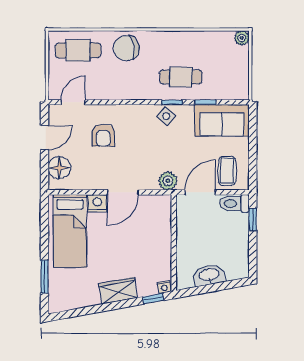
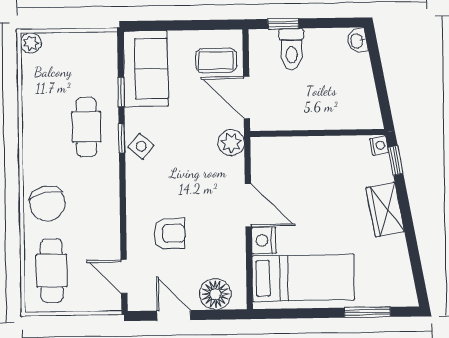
toilet: (234, 203) -> (292, 49), moved
washbasin: (209, 275) -> (357, 41), moved, width x0.52, depth x0.69

